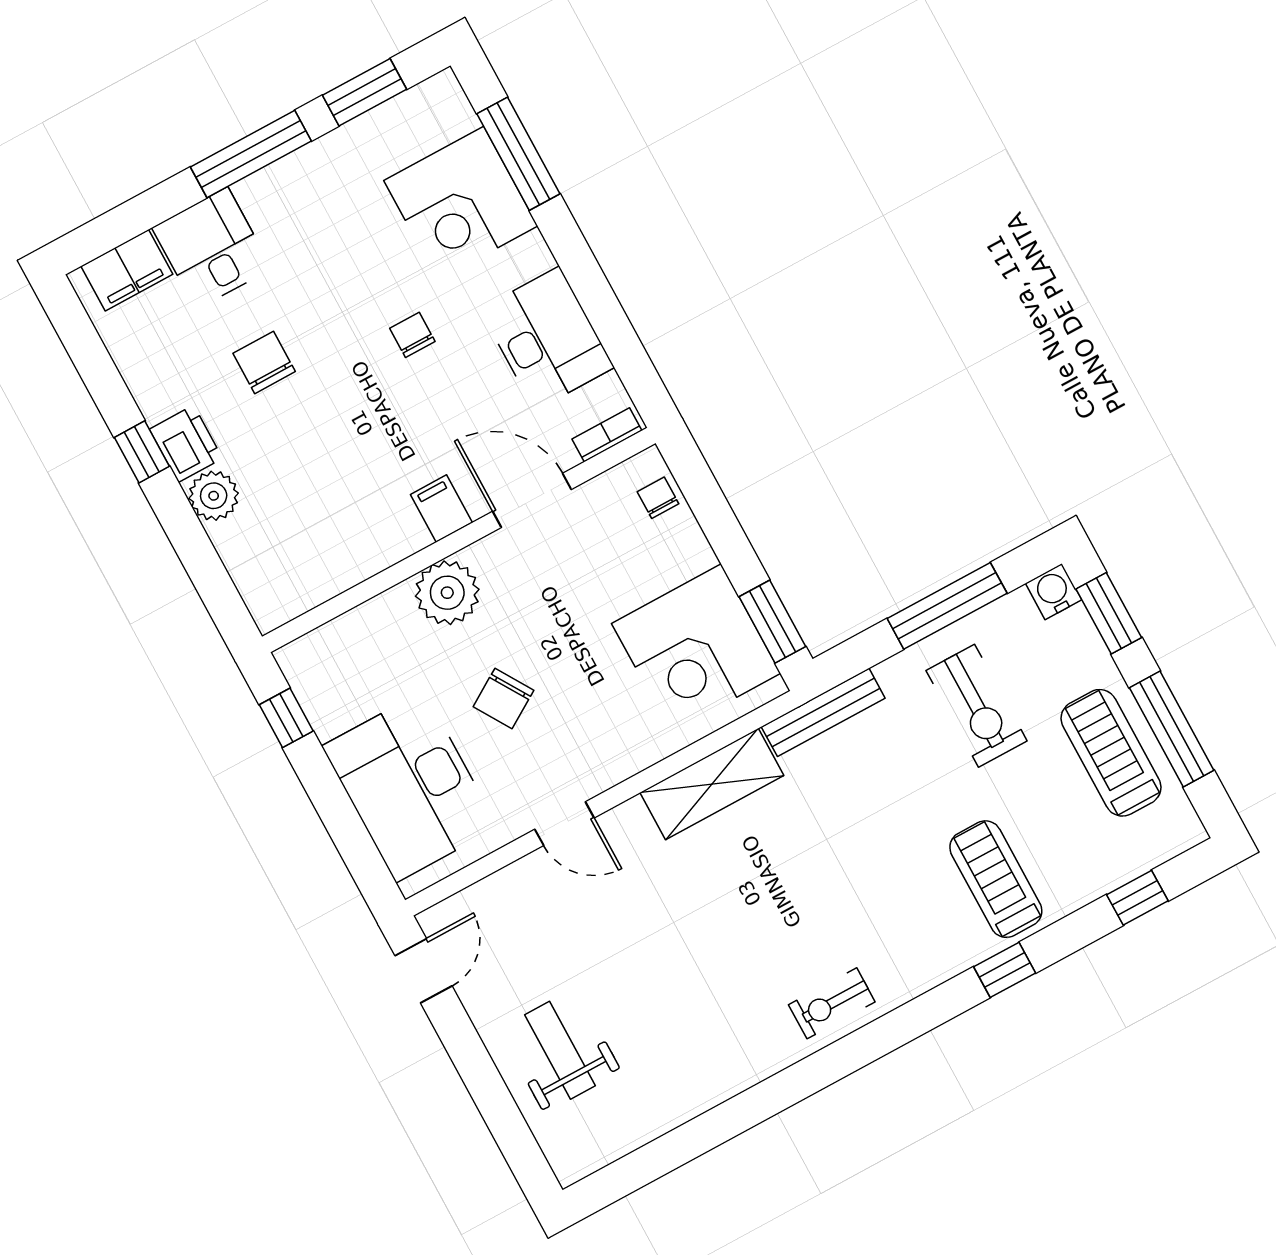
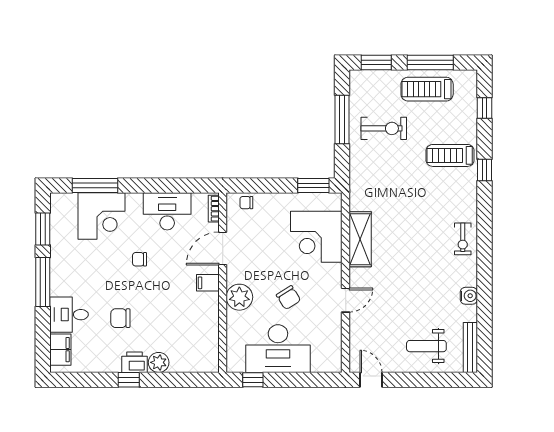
water cooler: (1054, 592) -> (469, 296), moved, turned 180
corner desk: (696, 648) -> (316, 237), moved, turned 90
bench: (823, 712) -> (470, 348), moved
desk: (410, 787) -> (278, 349), moved

